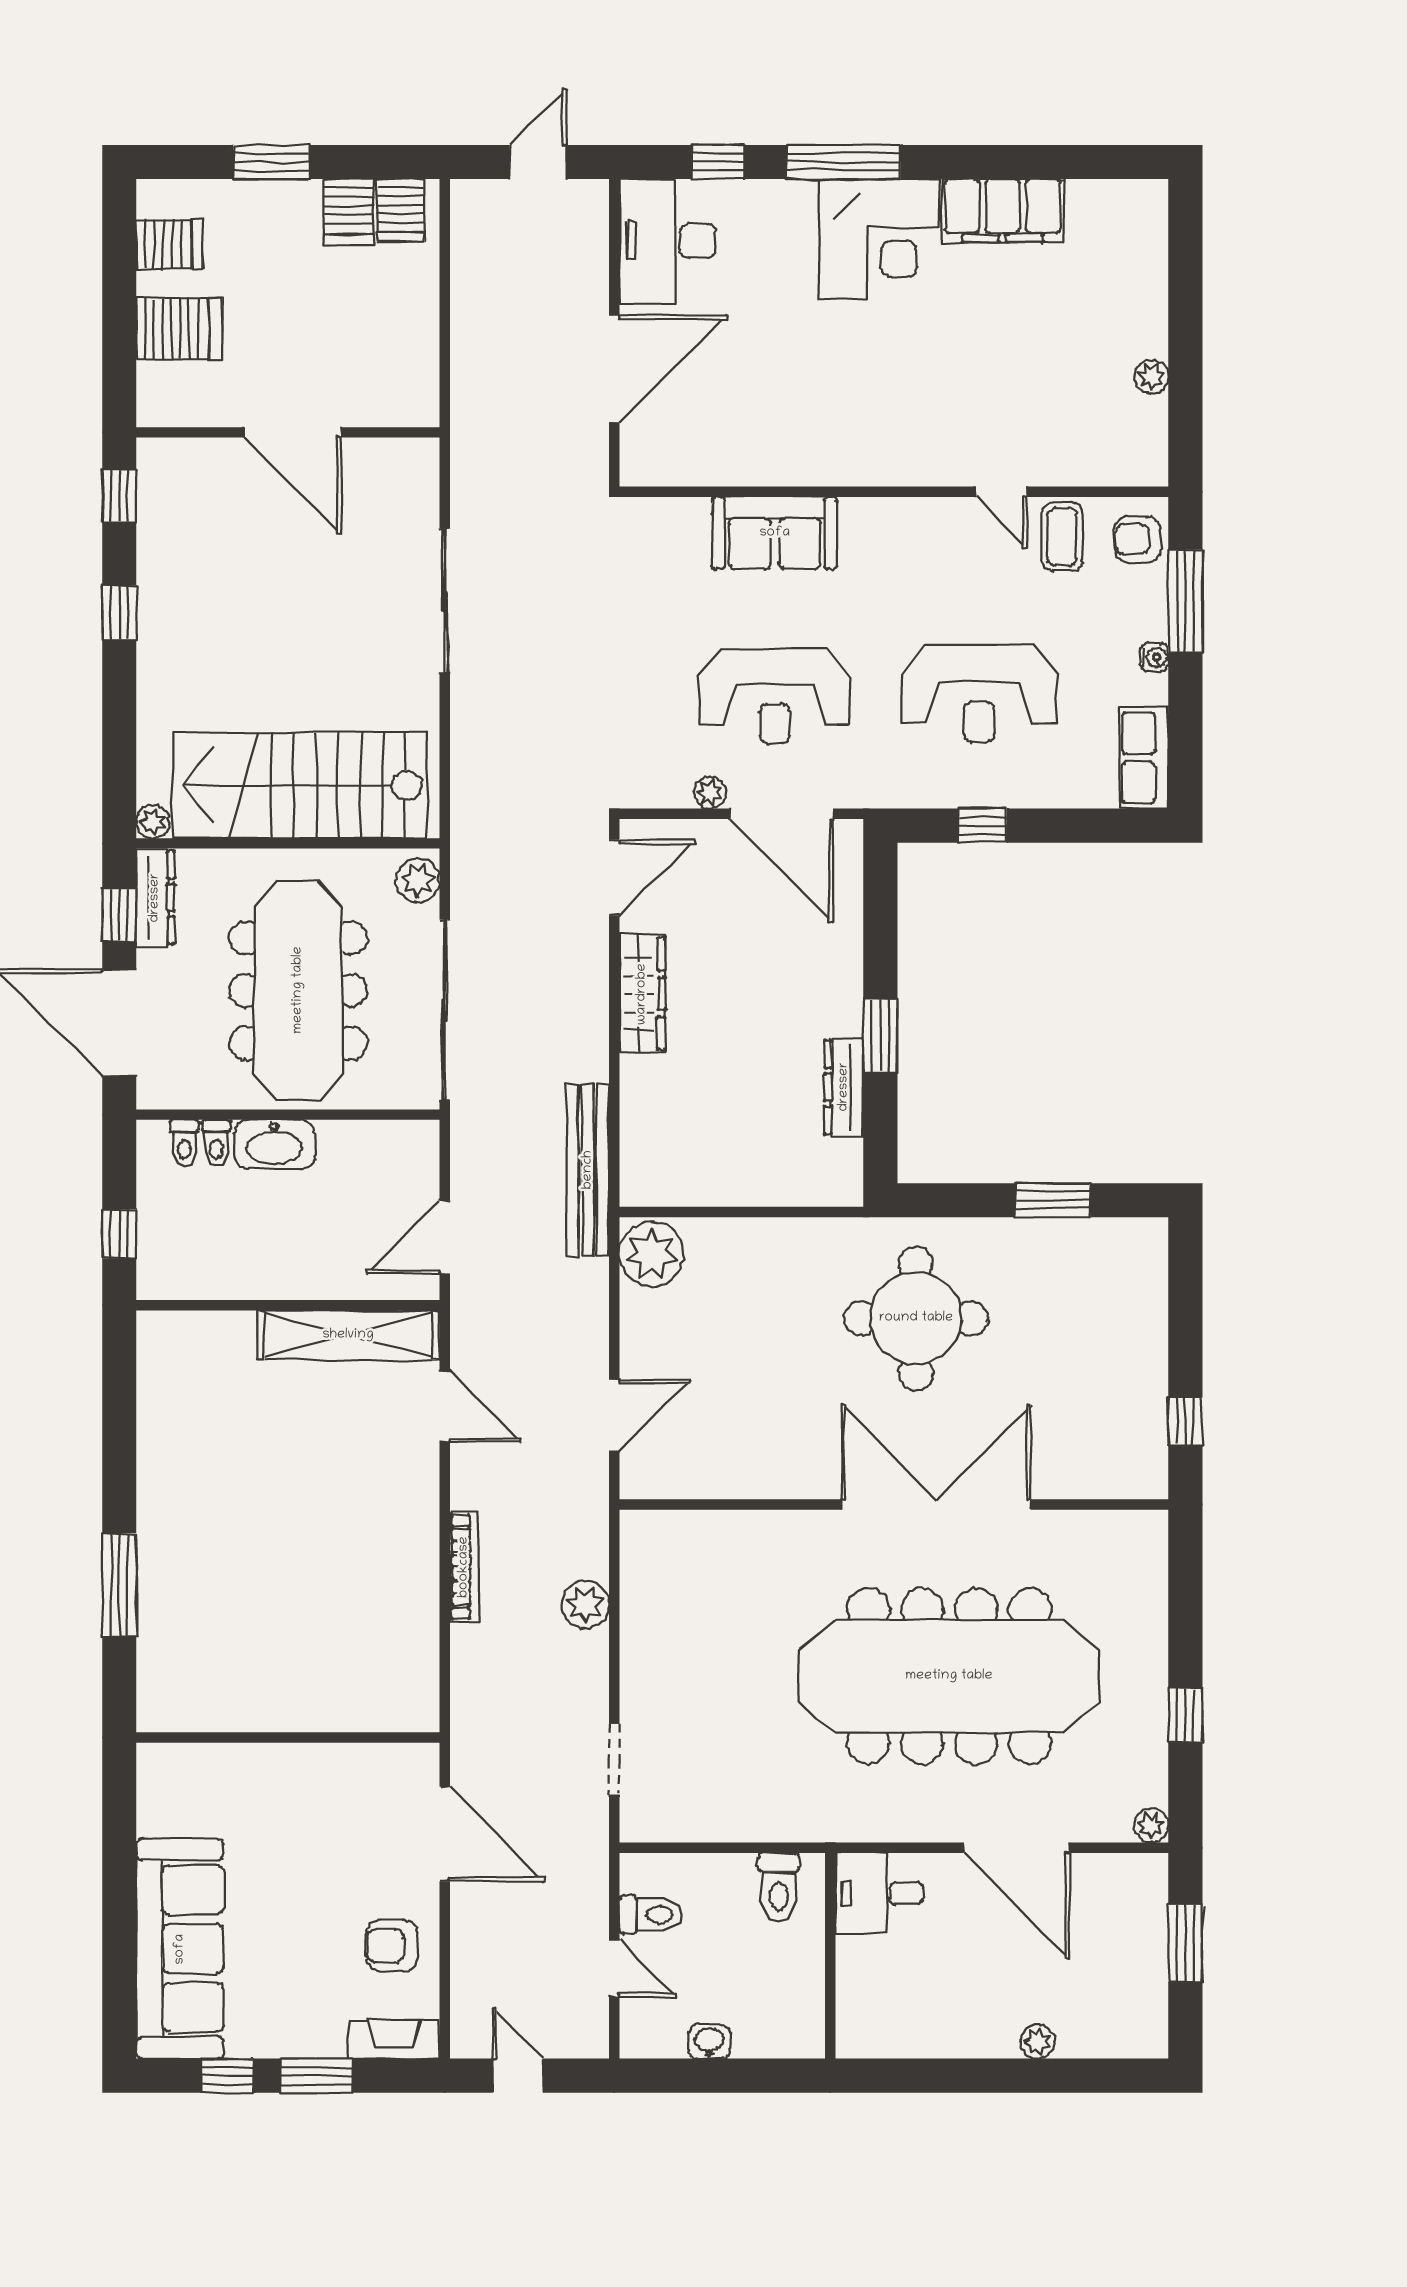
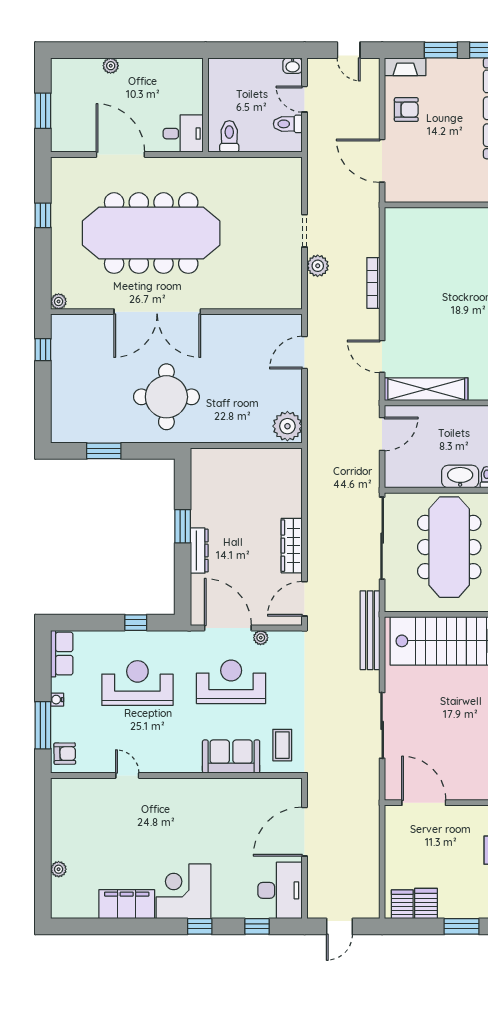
window: (843, 162) -> (200, 926), width x0.46
plant: (1151, 377) -> (59, 869), moved
door: (293, 432) -> (424, 803), moved
coffee table: (1062, 536) -> (282, 745), moved
plant: (418, 880) -> (394, 597), removed
dresser: (844, 1087) -> (199, 551), moved
bench: (588, 1170) -> (370, 630), moved
doorway: (614, 1759) -> (305, 231), moved
plant: (1151, 1825) -> (59, 301), moved
washbasin: (709, 2042) -> (293, 66), moved

